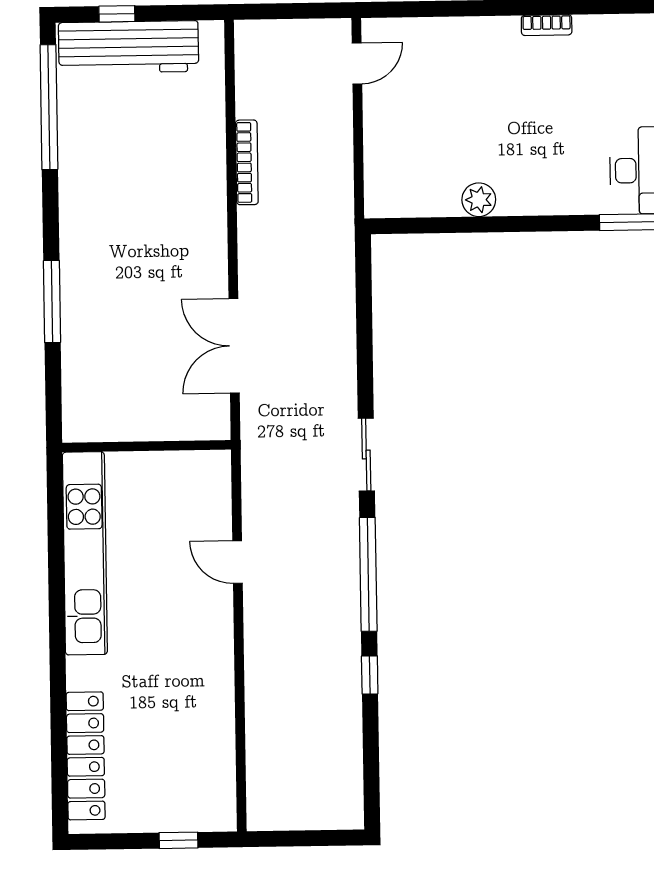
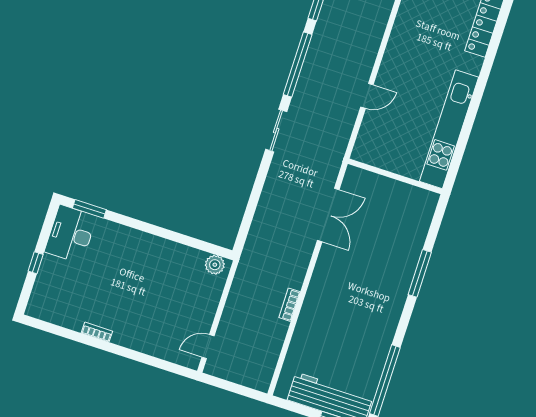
bookcase: (247, 162) -> (290, 305), width x0.64
plant: (479, 200) -> (215, 265), moved
door: (237, 562) -> (367, 96), hinge flipped

